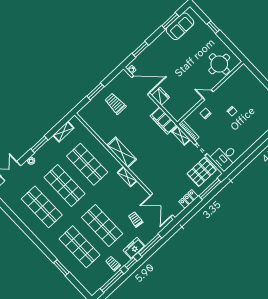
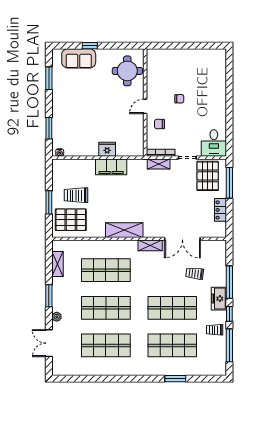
sofa: (180, 26) -> (79, 58), moved, turned 90
door: (141, 85) -> (81, 158), removed
pallet: (98, 114) -> (71, 220), added
filing cabinet: (164, 121) -> (111, 167), moved
double door: (161, 205) -> (182, 239), moved

